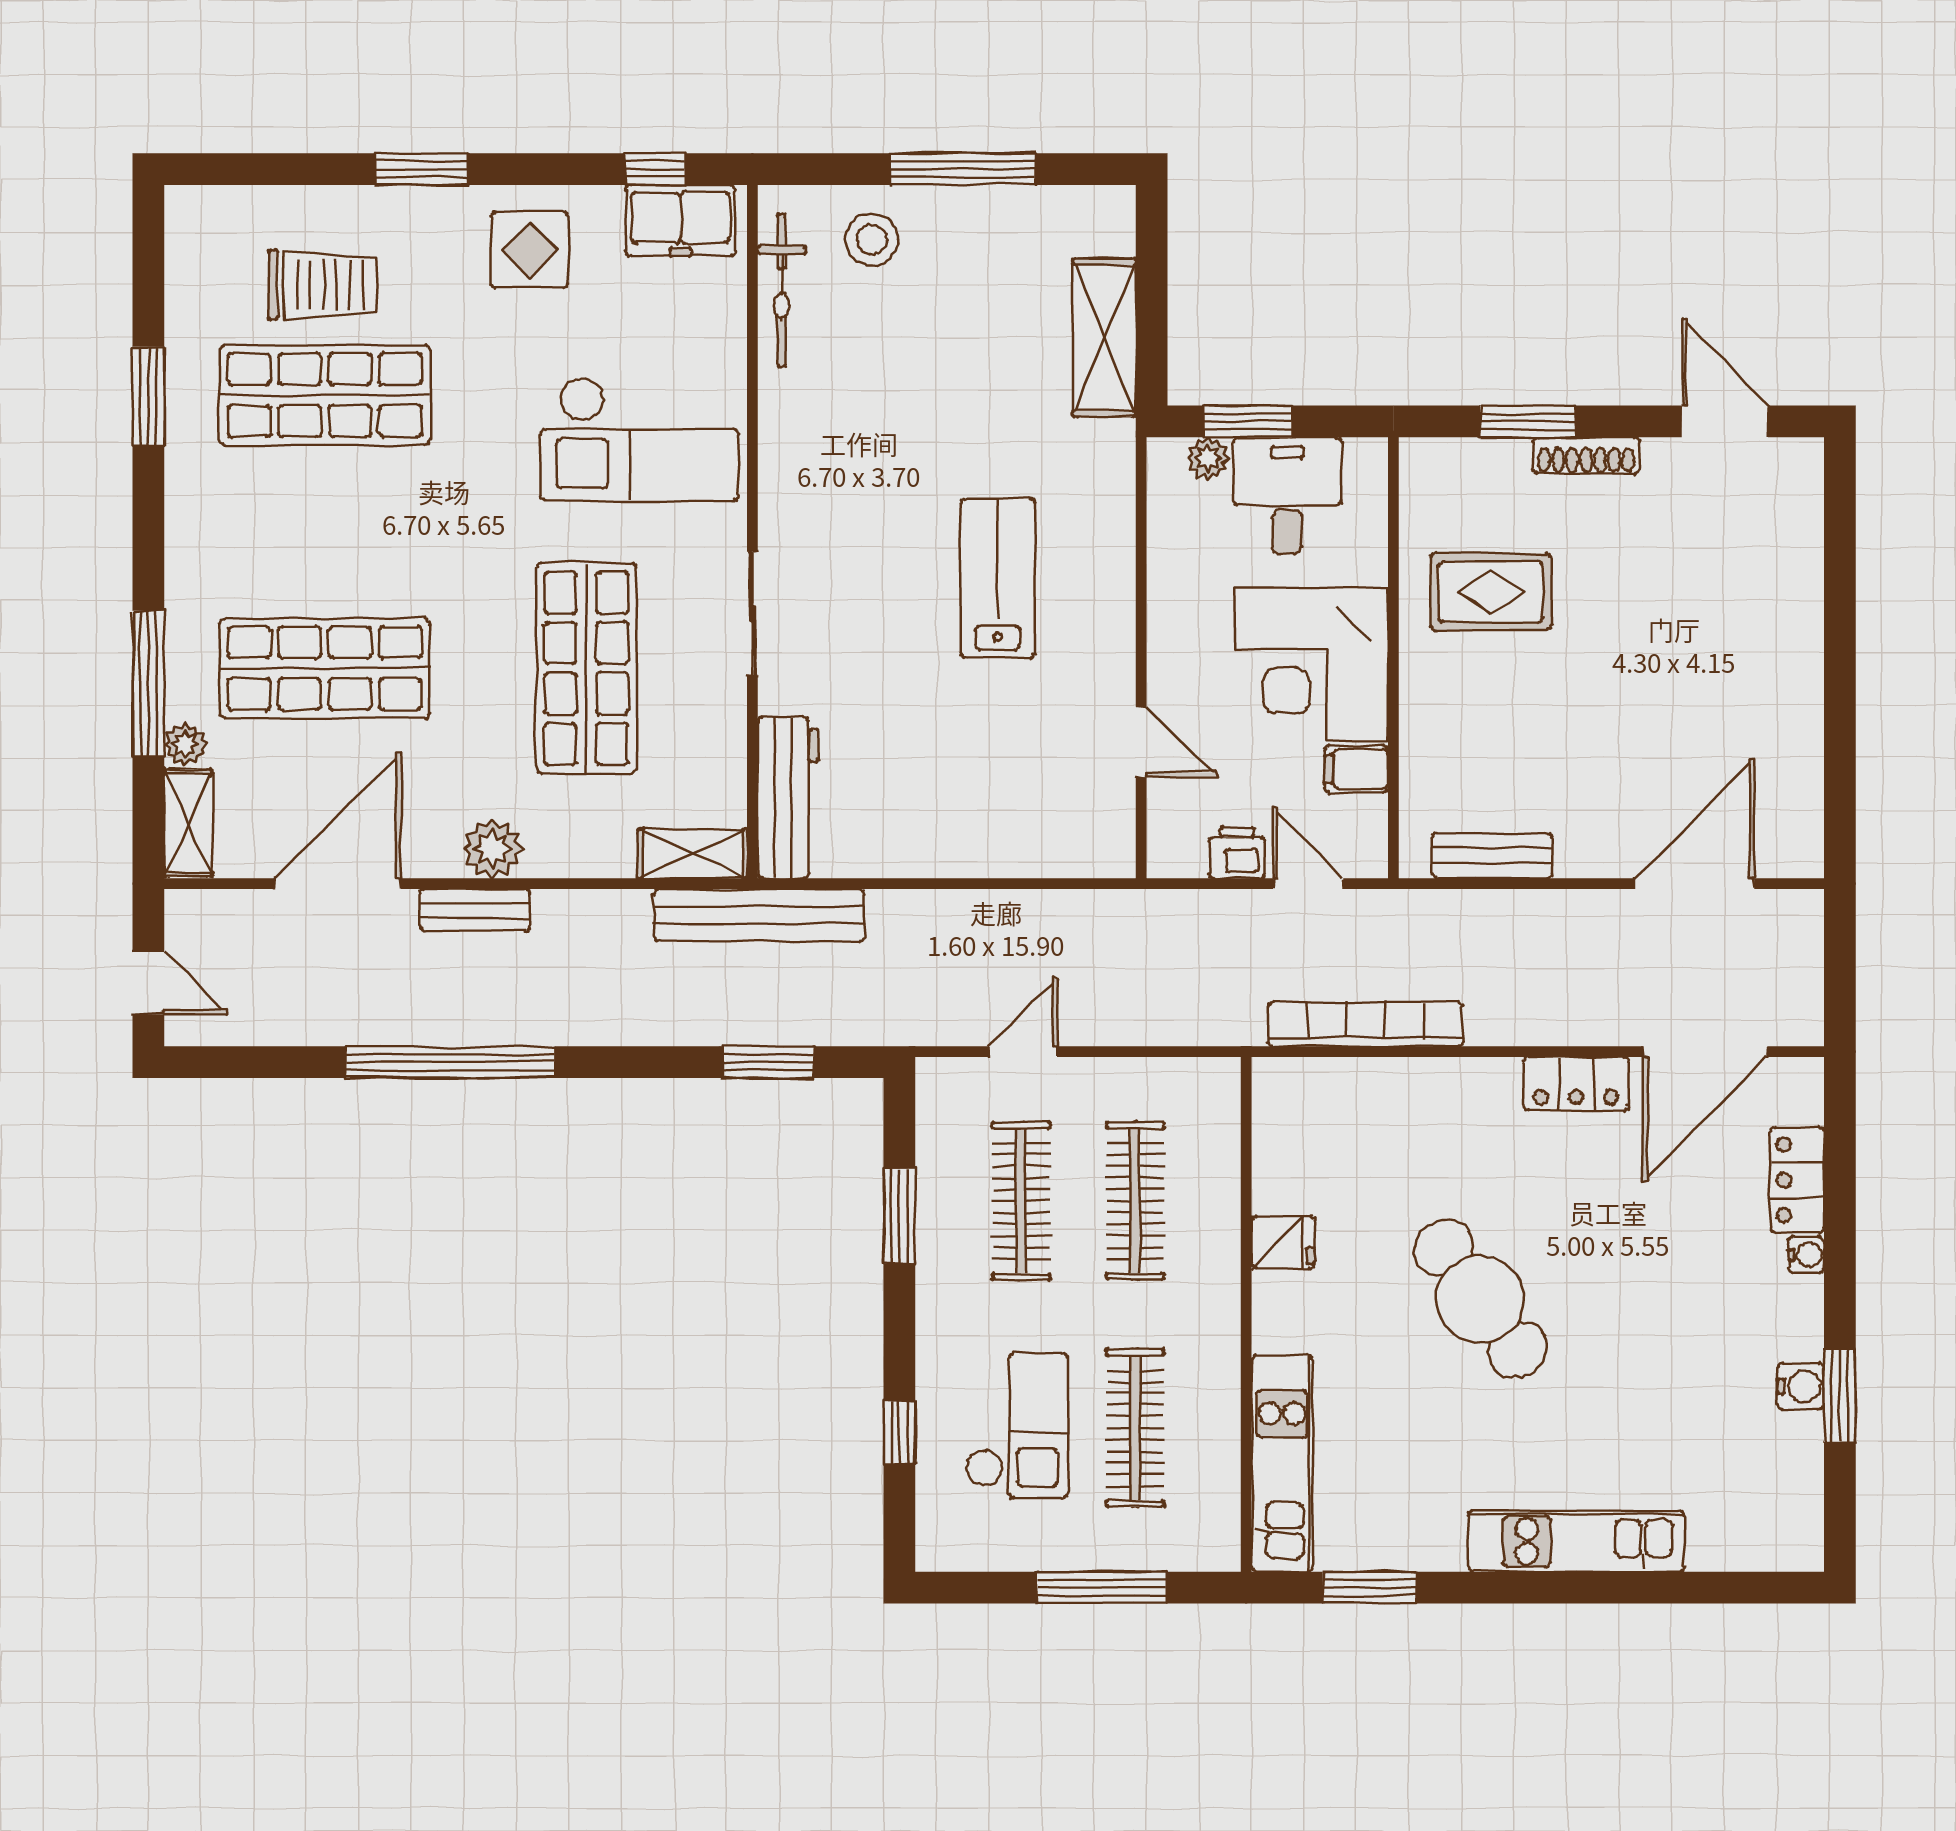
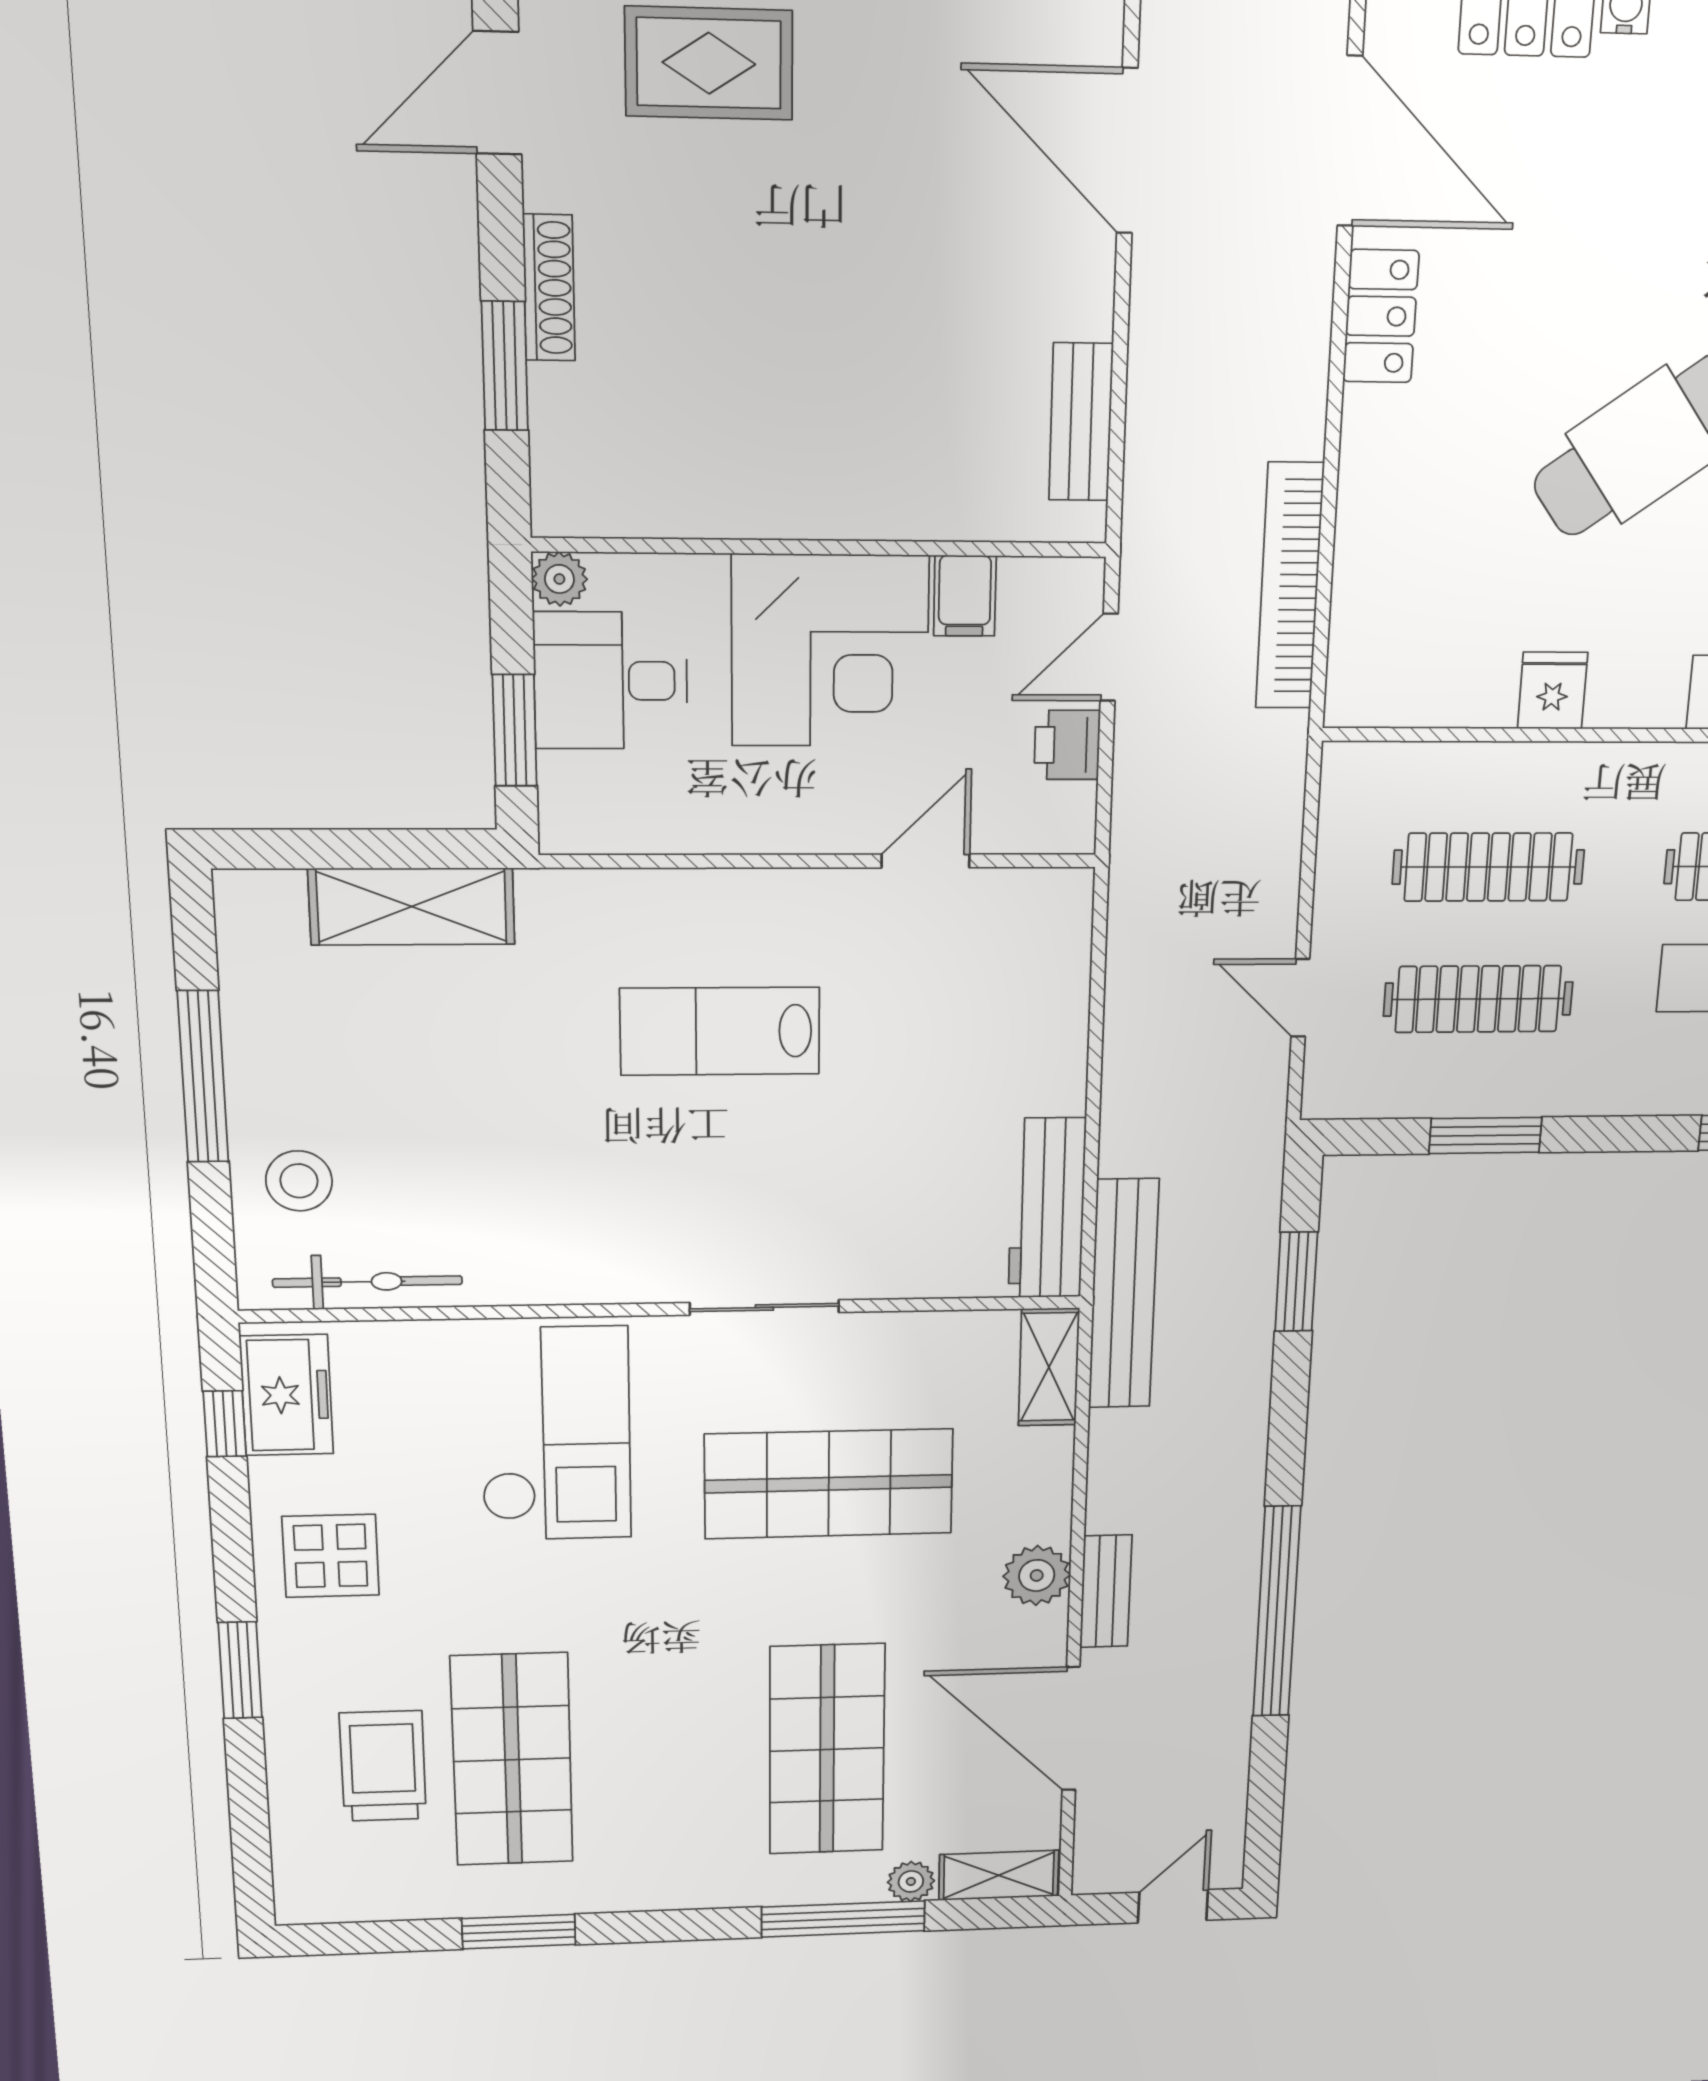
plant: (1208, 458) -> (559, 579), moved
rug: (1491, 592) -> (709, 63), moved, turned 90
workbench: (788, 797) -> (1047, 1208), moved, turned -90

